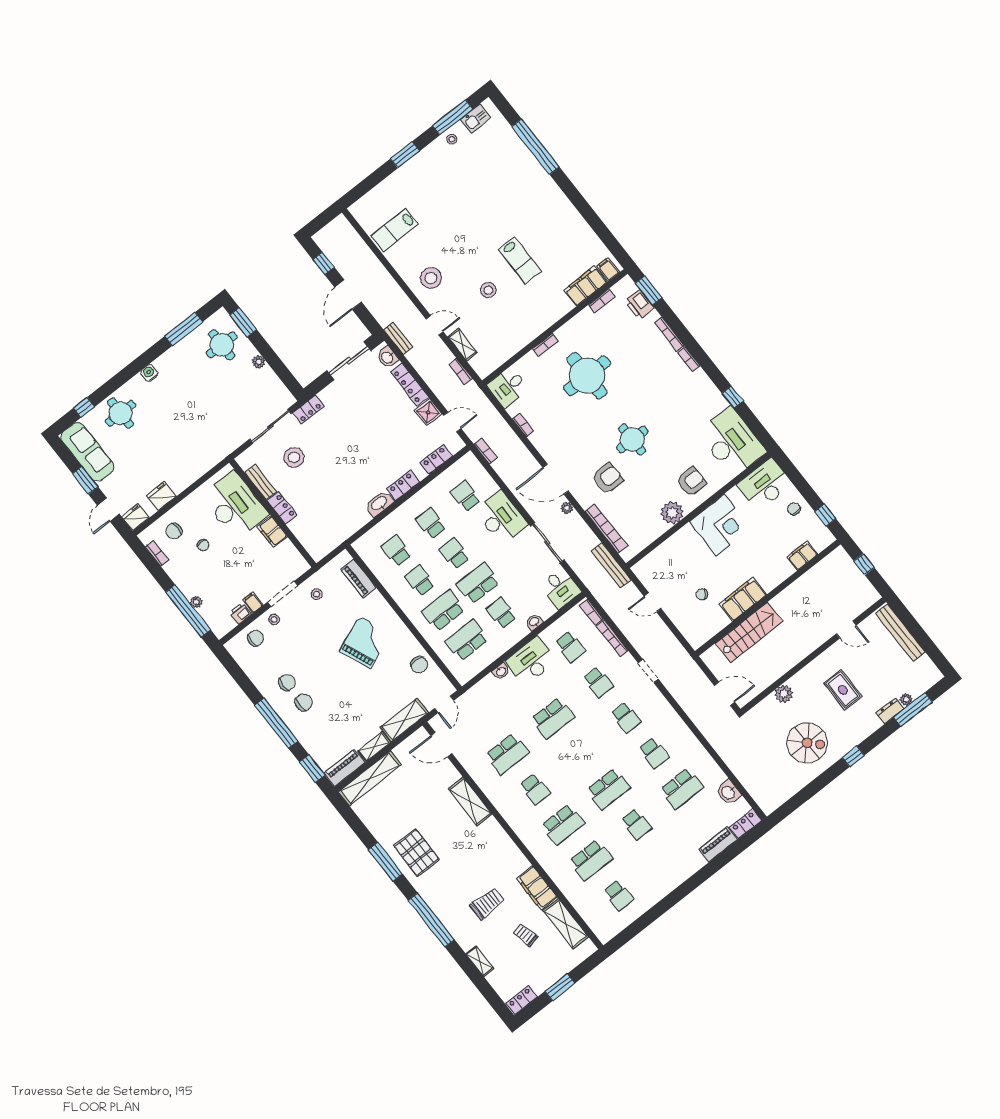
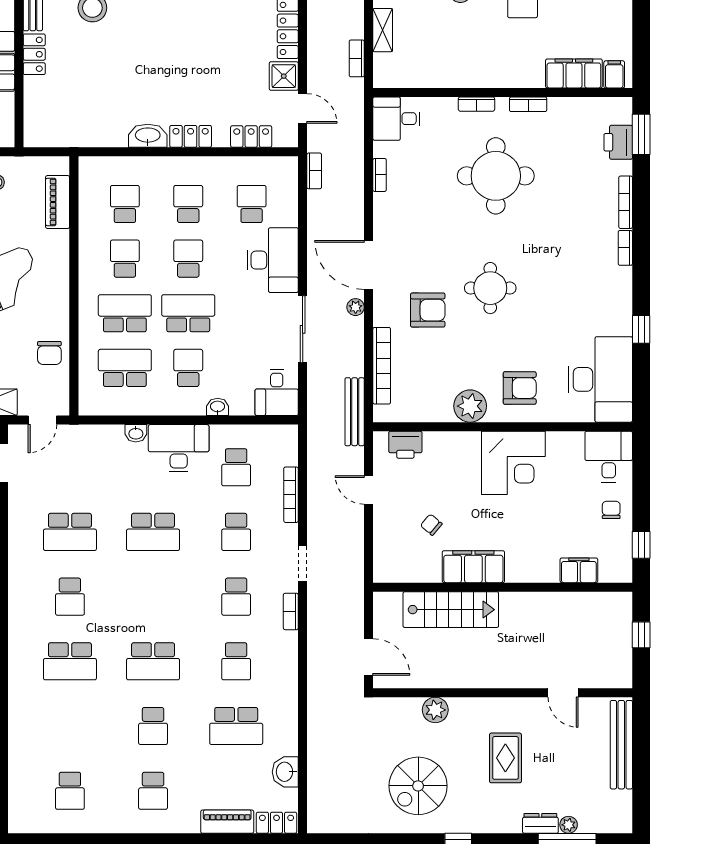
bookcase: (602, 301) -> (528, 104), moved
desk: (765, 484) -> (609, 457), width x0.73
printer: (653, 562) -> (405, 445), added
bookcase: (591, 612) -> (291, 611), moved
spiral stairs: (807, 743) -> (418, 786), turned 90
school desk: (591, 860) -> (153, 791), moved, width x0.54

